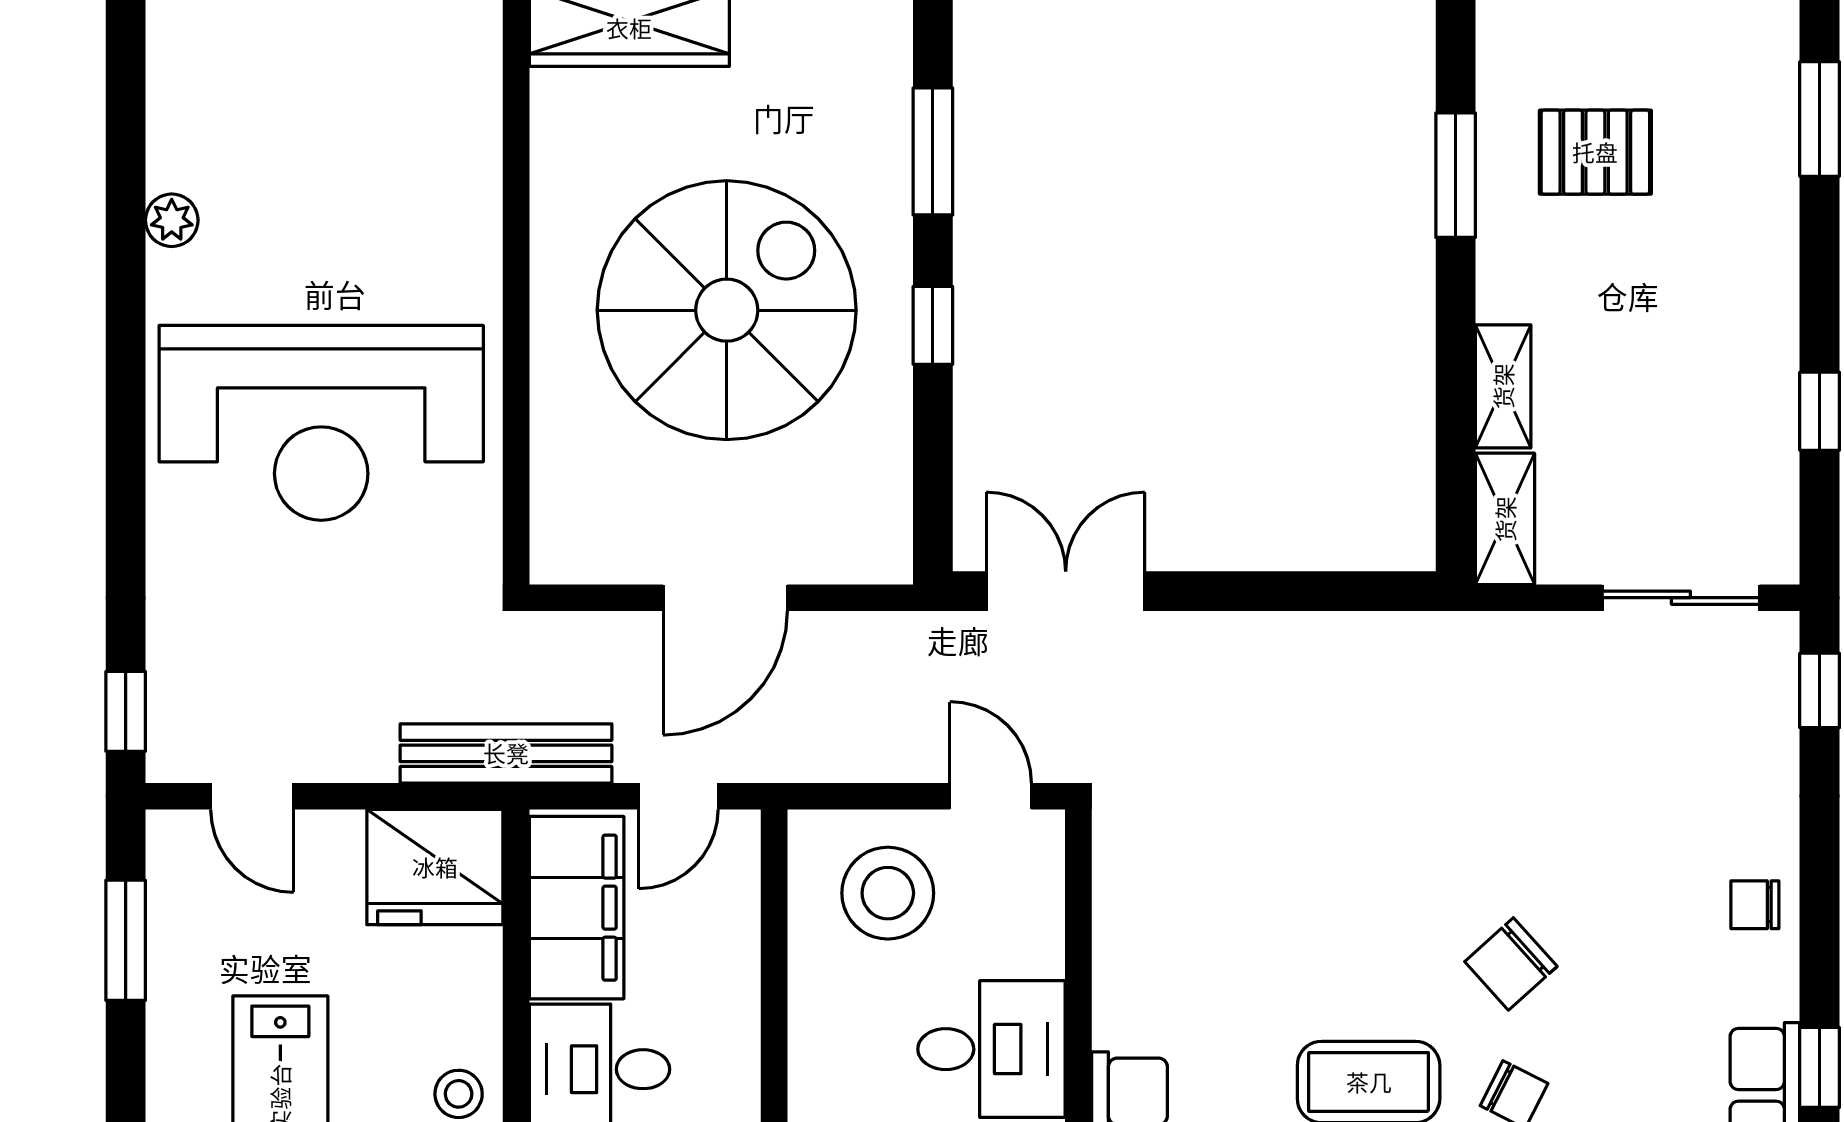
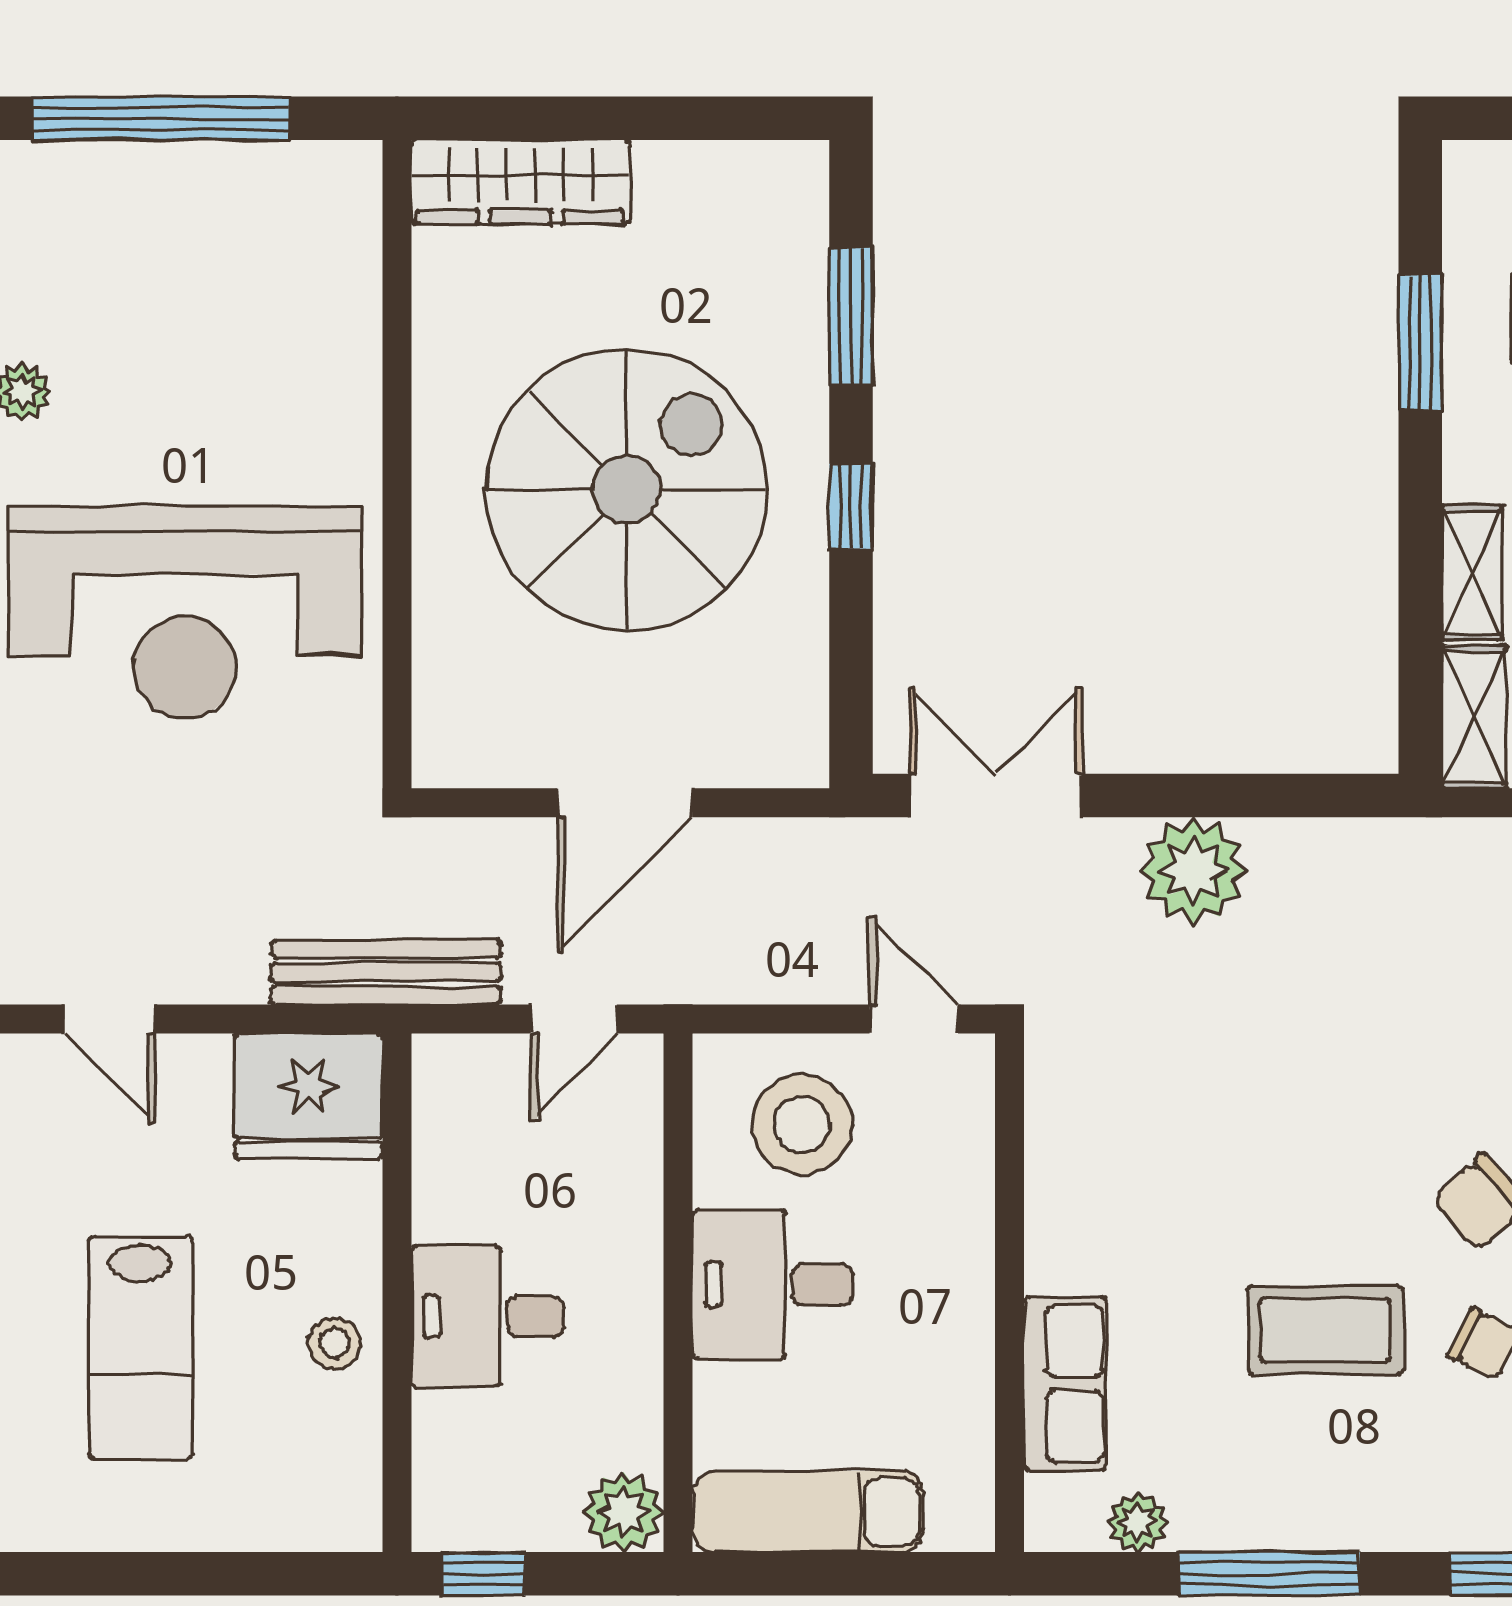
plant: (1247, 660) -> (1193, 870), added
filing cabinet: (577, 908) -> (463, 1140), removed
desk: (992, 1049) -> (773, 1284), moved, turned 180

